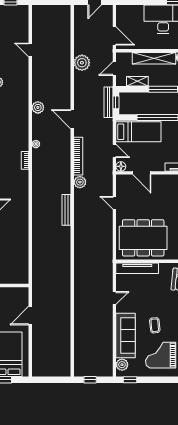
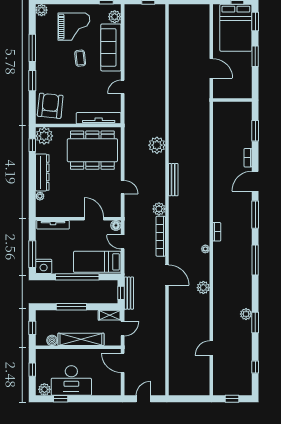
door: (30, 50) -> (211, 348), swing flipped
plant: (82, 63) -> (157, 145), moved
shelving: (137, 81) -> (110, 315), moved
door: (30, 316) -> (211, 68), hinge flipped

